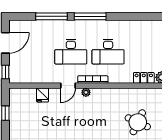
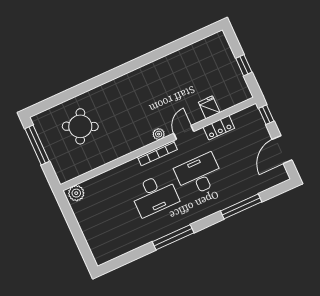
window: (90, 16) -> (173, 237), moved
desk: (108, 52) -> (154, 195), turned 180
locker: (144, 78) -> (219, 128), moved

